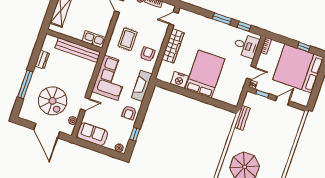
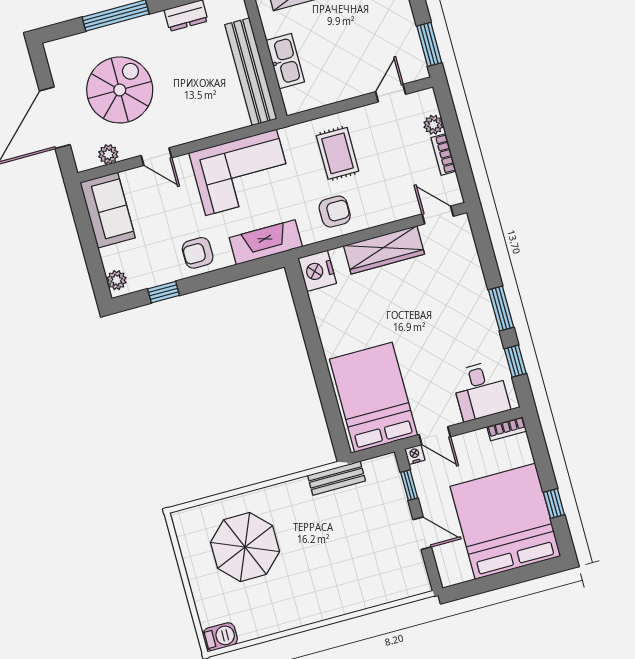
kitchen sink: (94, 39) -> (285, 61), moved
rug: (128, 39) -> (338, 153), turned 90
bed: (205, 74) -> (373, 397), moved, turned -90
nightstand: (179, 80) -> (317, 271), moved
spiral stairs: (53, 101) -> (120, 90), turned 180

